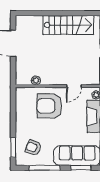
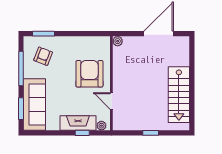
plant: (36, 80) -> (118, 41), moved

